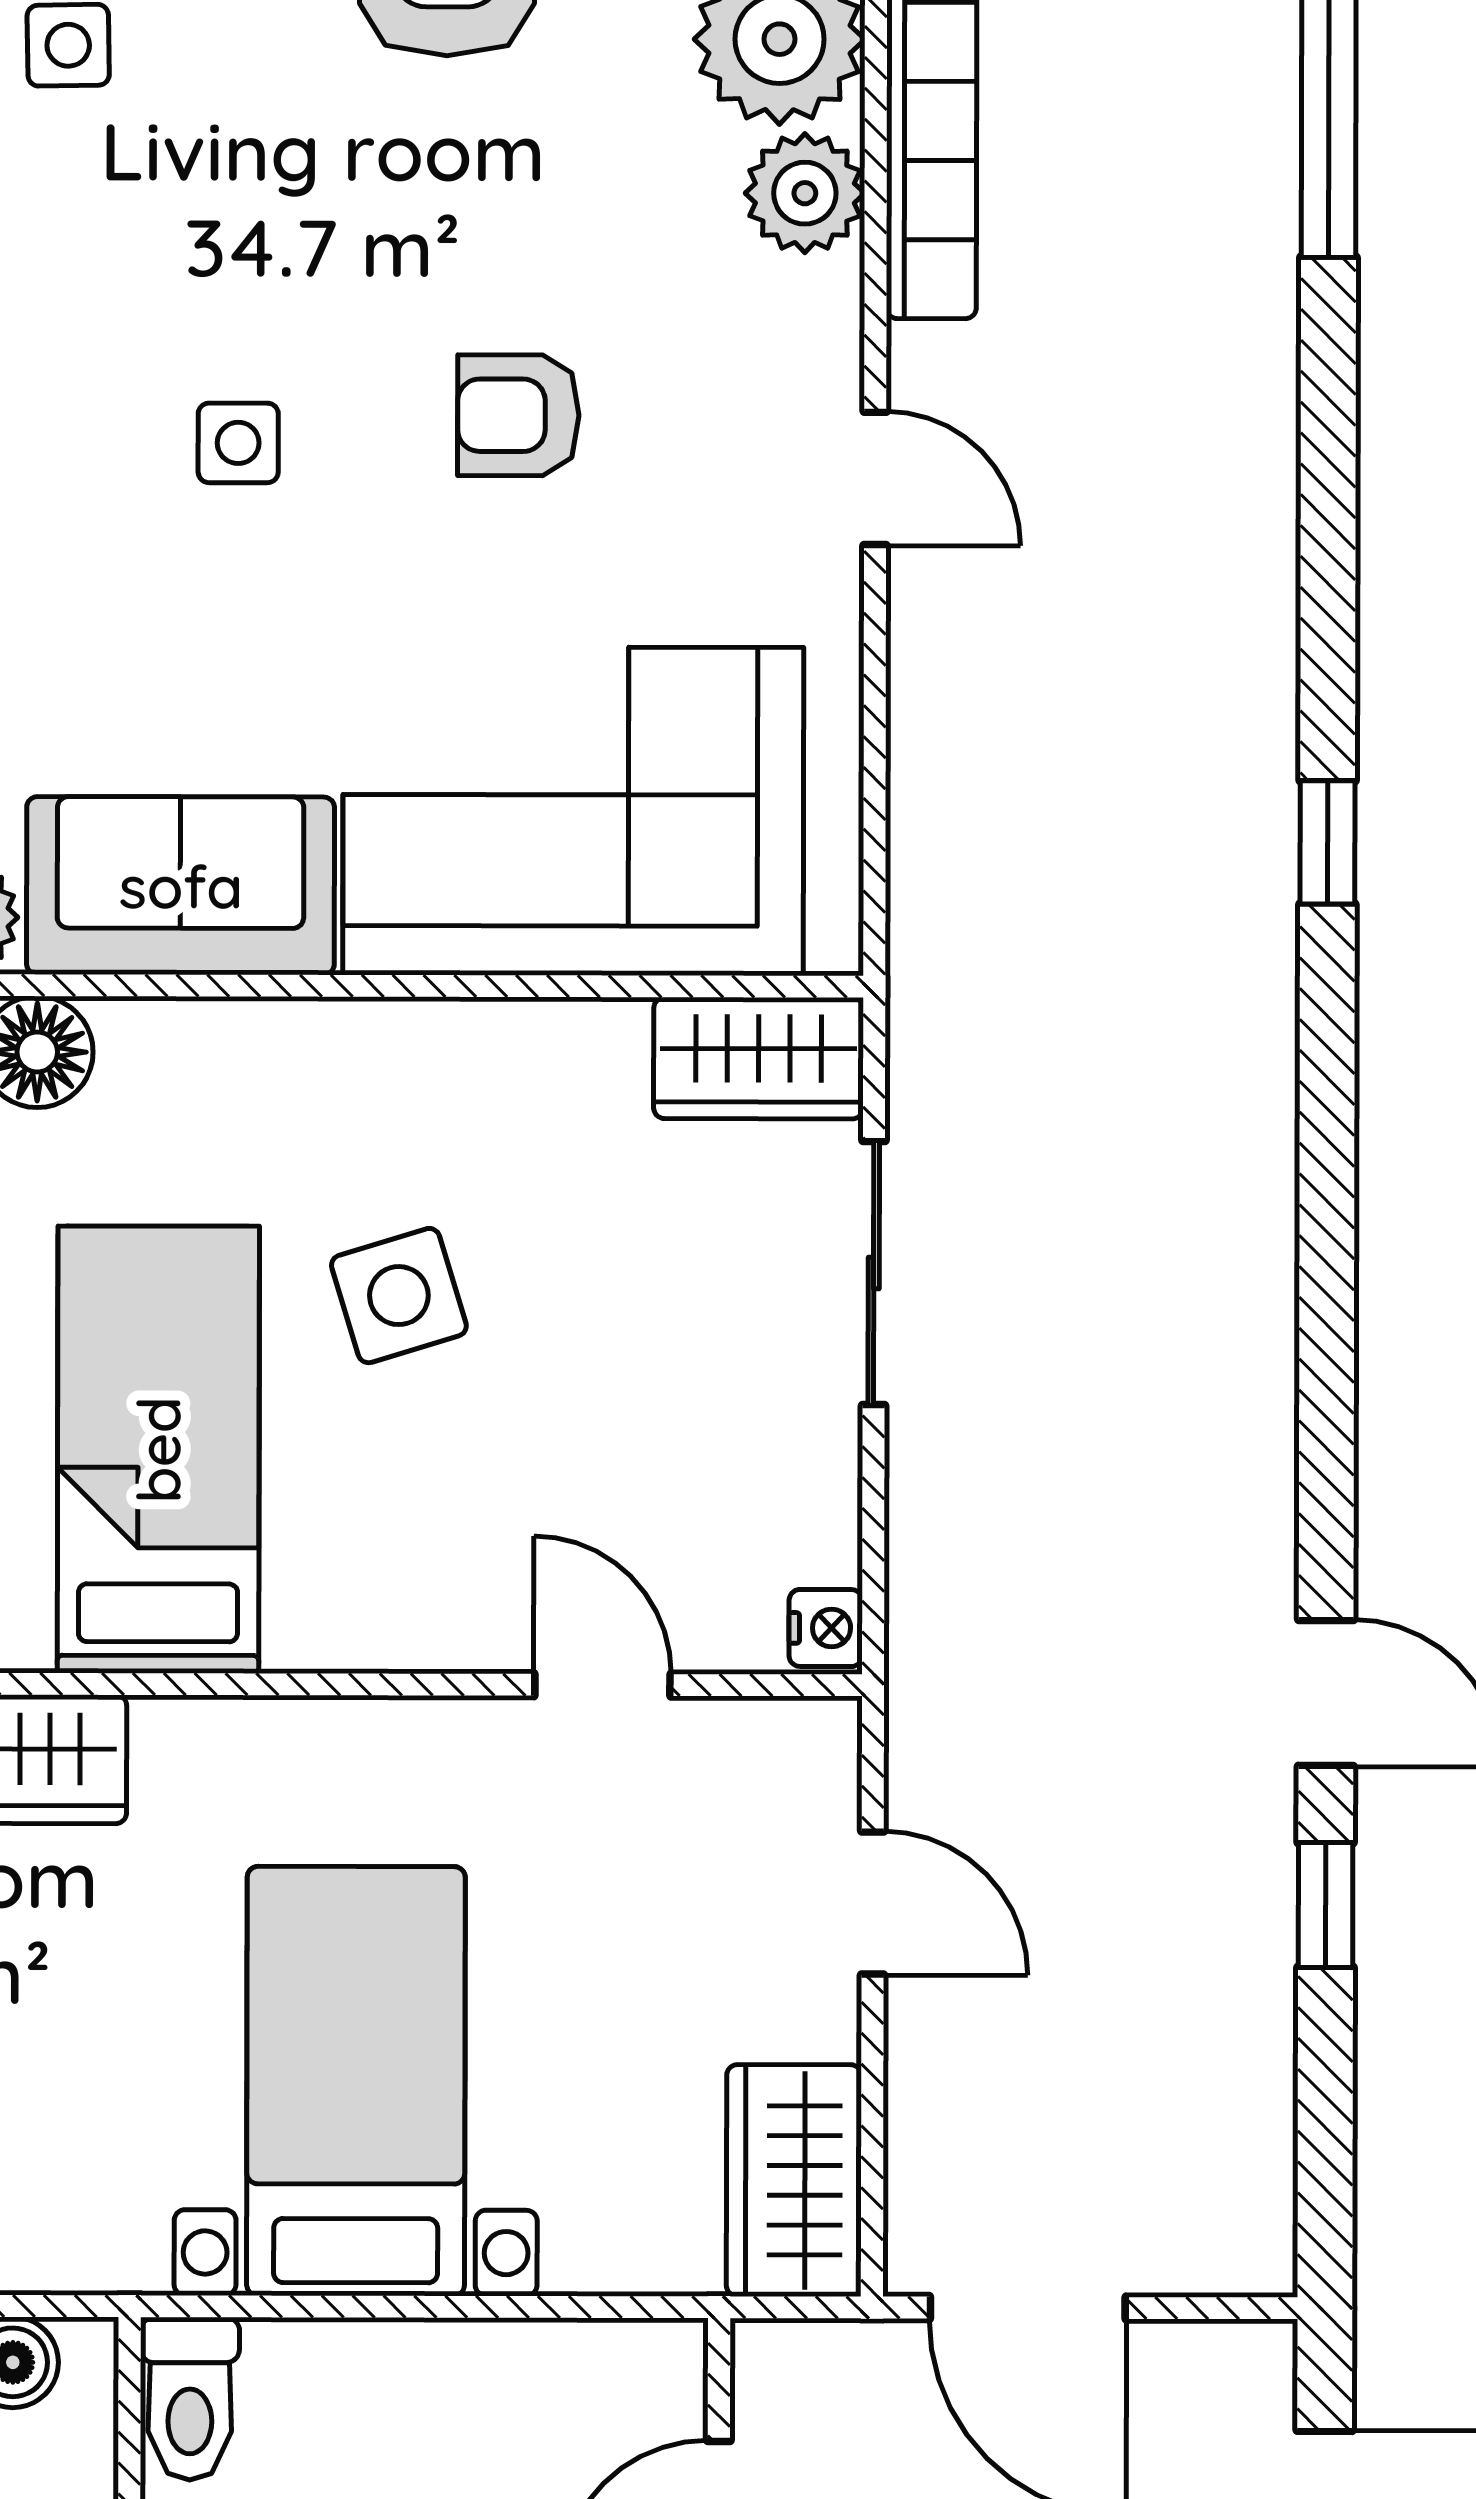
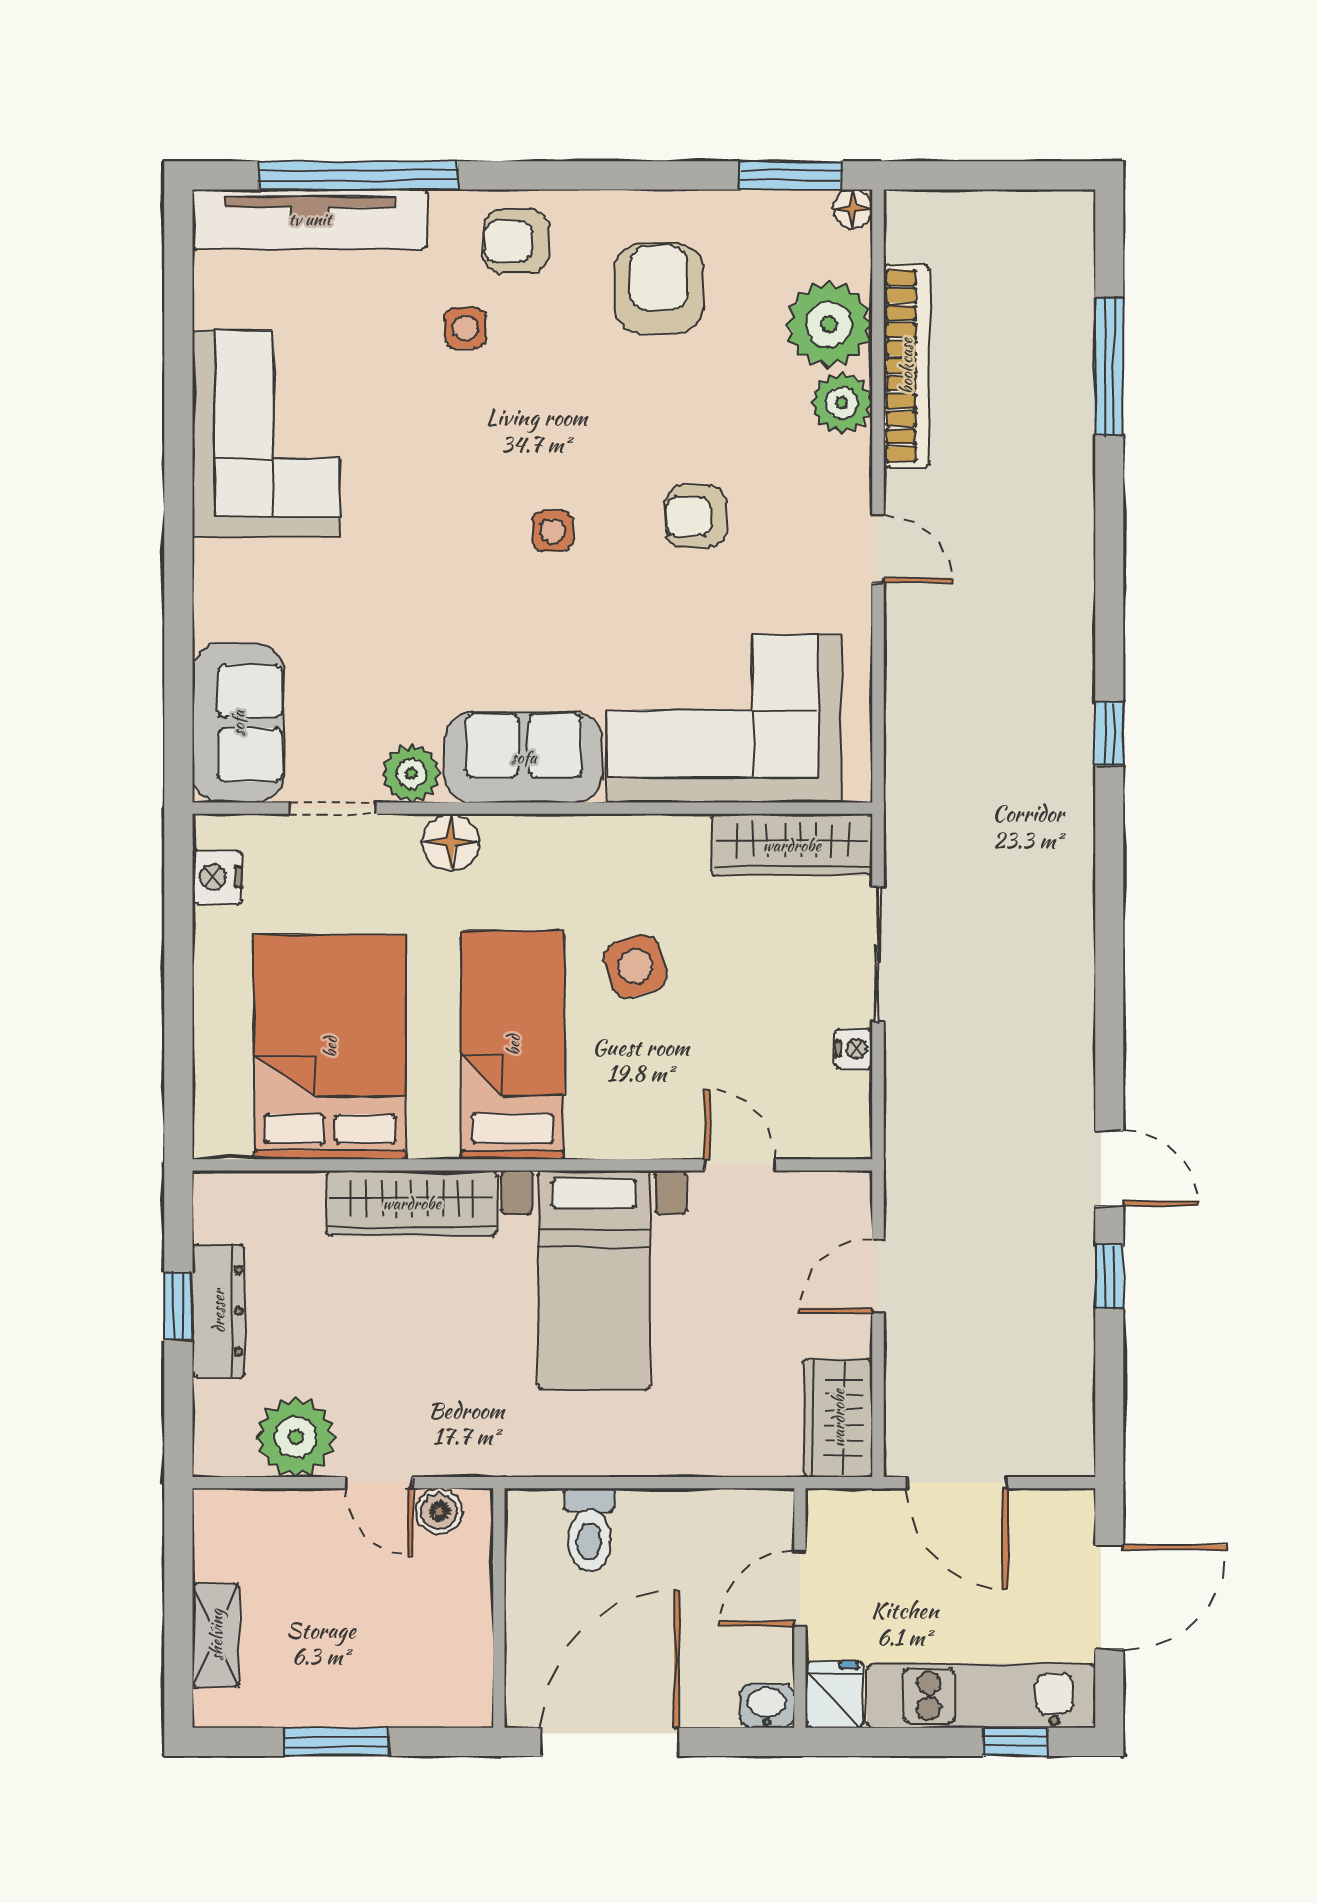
wardrobe: (758, 1058) -> (792, 845), width x1.50
nightstand: (826, 1628) -> (854, 1048), moved
door: (873, 1903) -> (878, 1276), swing flipped
bed with nightstands: (356, 2081) -> (594, 1280), moved, turned 180
toilet: (190, 2399) -> (589, 1530), moved

